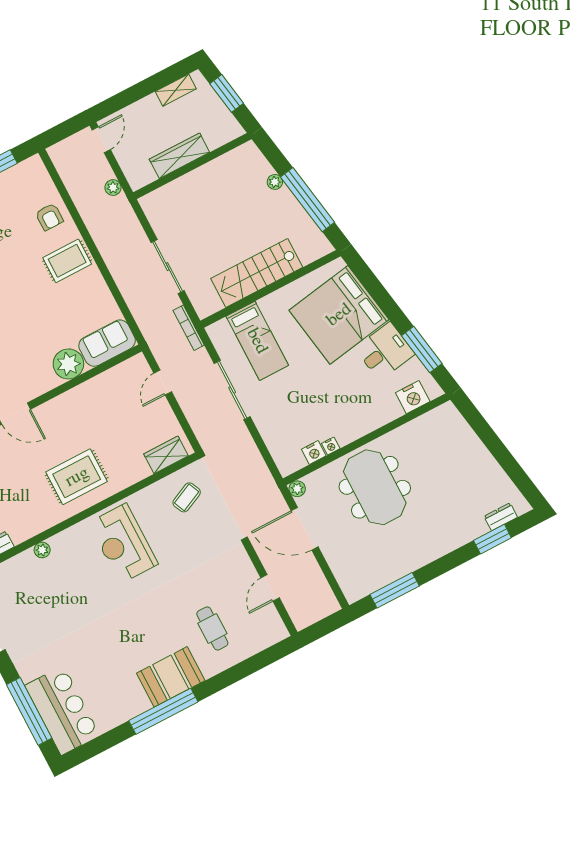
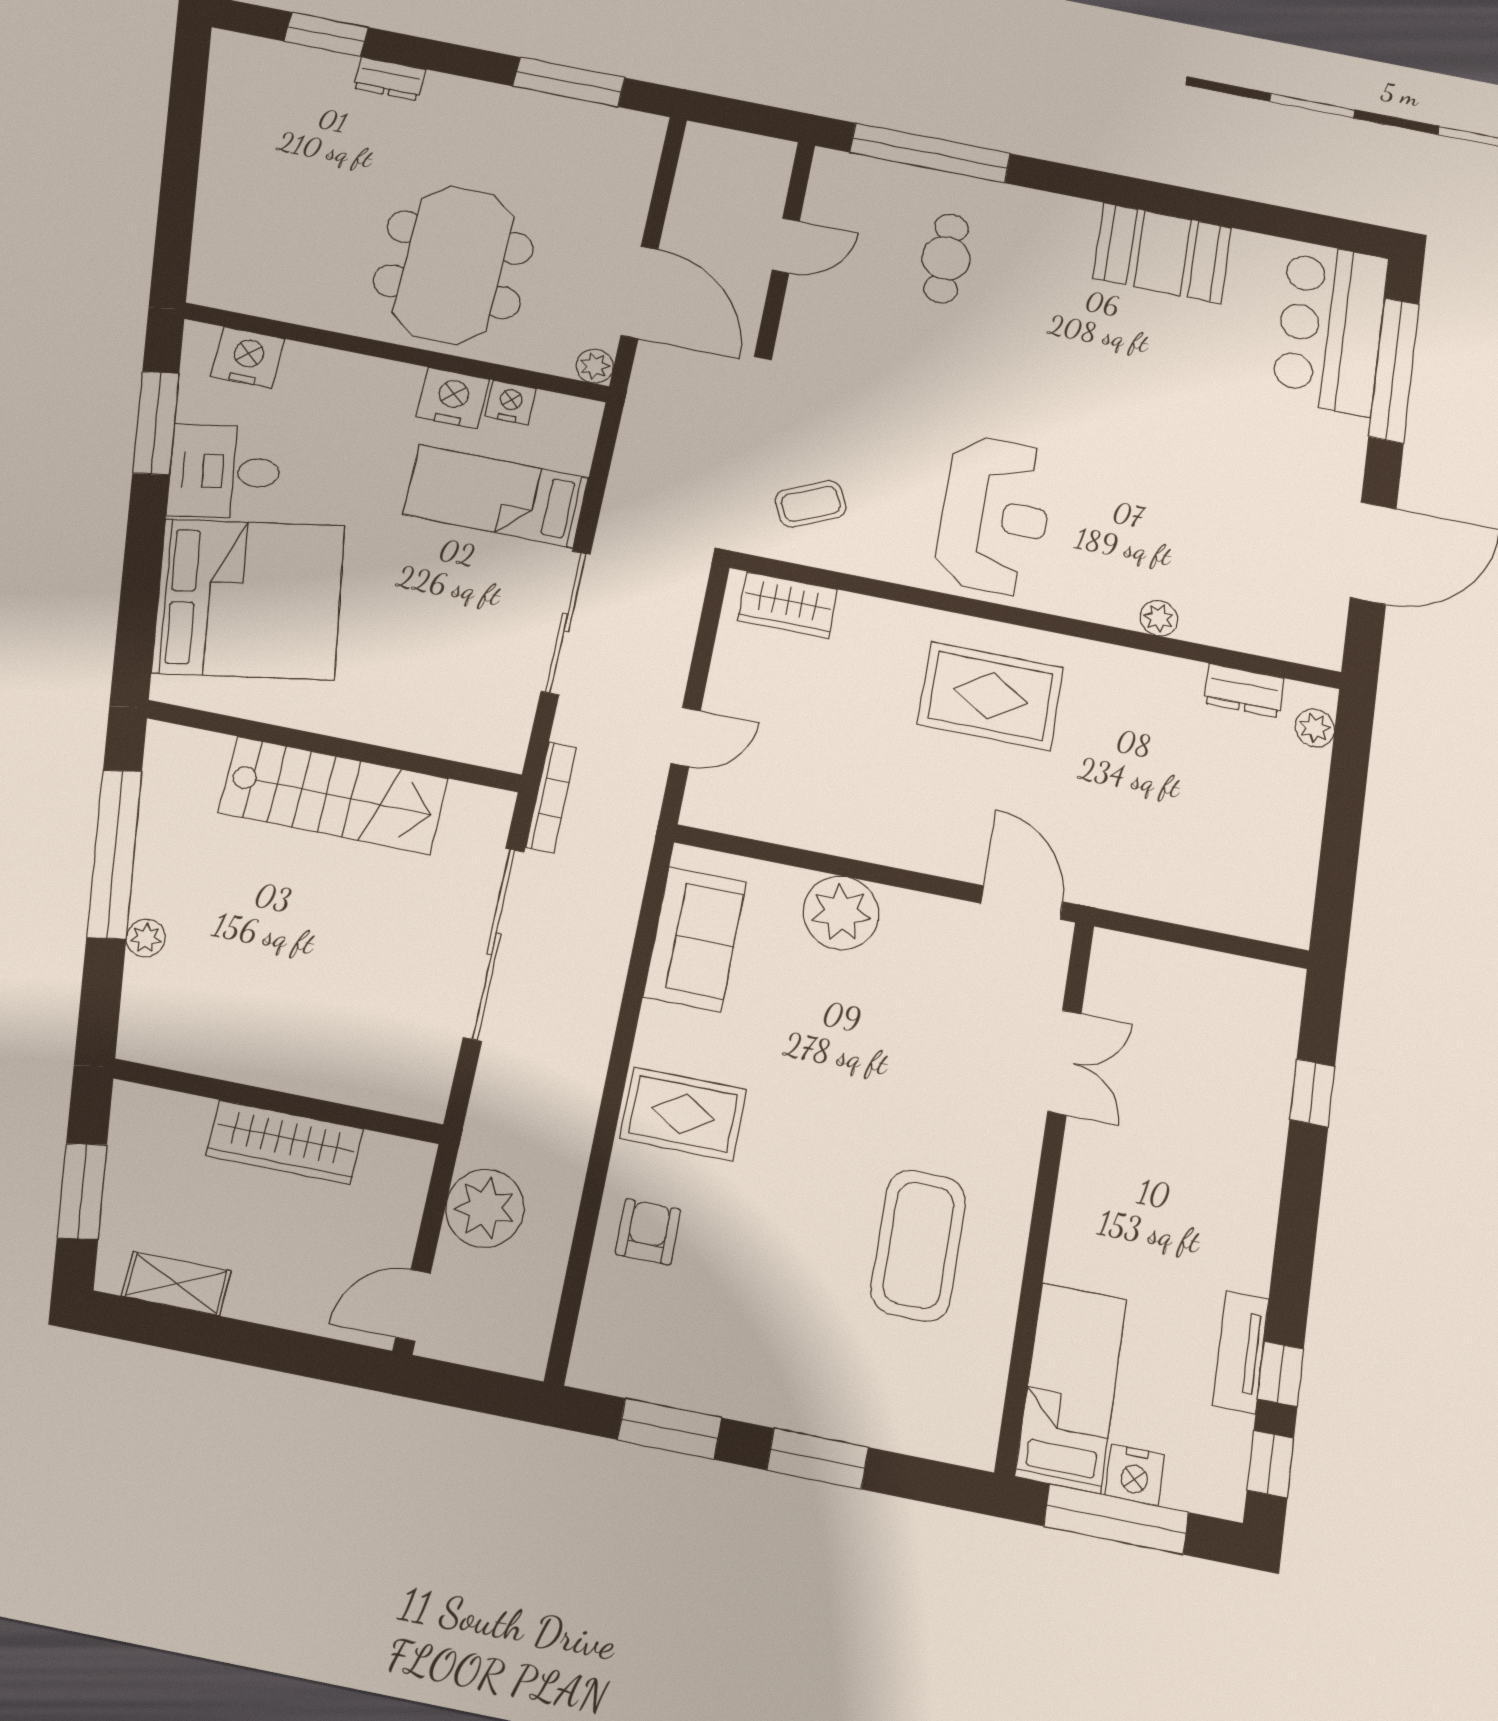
plant: (113, 188) -> (485, 1208), width x1.88, depth x1.88
sliding door: (168, 267) -> (494, 944), width x1.36
bed: (257, 341) -> (496, 496), moved, turned -90
sofa: (107, 343) -> (695, 939), moved, turned -90
nightstand: (331, 446) -> (453, 398), width x1.89, depth x1.79
dresser: (501, 517) -> (389, 79), moved
booth: (171, 677) -> (1162, 253), moved
window: (163, 711) -> (930, 153), moved

